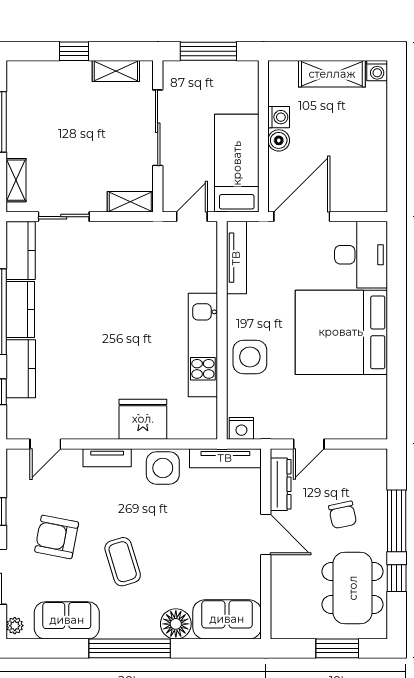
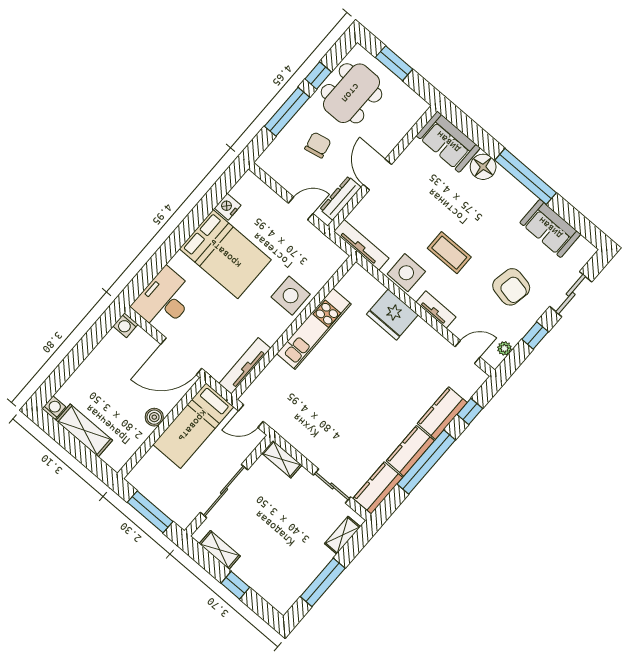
washing machine: (279, 117) -> (125, 325), moved, turned -90
bed: (341, 332) -> (225, 254), width x0.73
nightstand: (241, 428) -> (228, 207), moved, turned -90
coffee table: (123, 562) -> (449, 253), moved, turned -73
plant: (15, 626) -> (504, 348), moved

